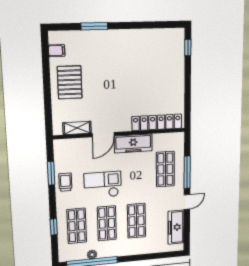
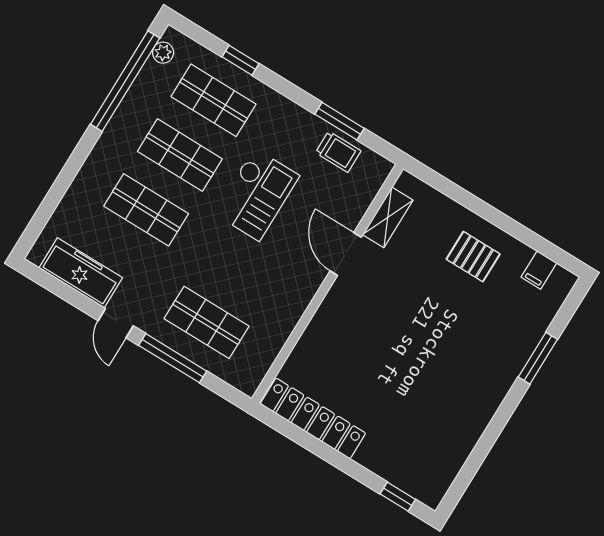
pallet: (70, 82) -> (473, 257), width x0.67, depth x0.71
locker: (157, 122) -> (313, 418), moved, turned -90
freezer: (133, 143) -> (294, 295), removed
trolley: (65, 182) -> (338, 152), moved
plant: (92, 255) -> (163, 53), moved

